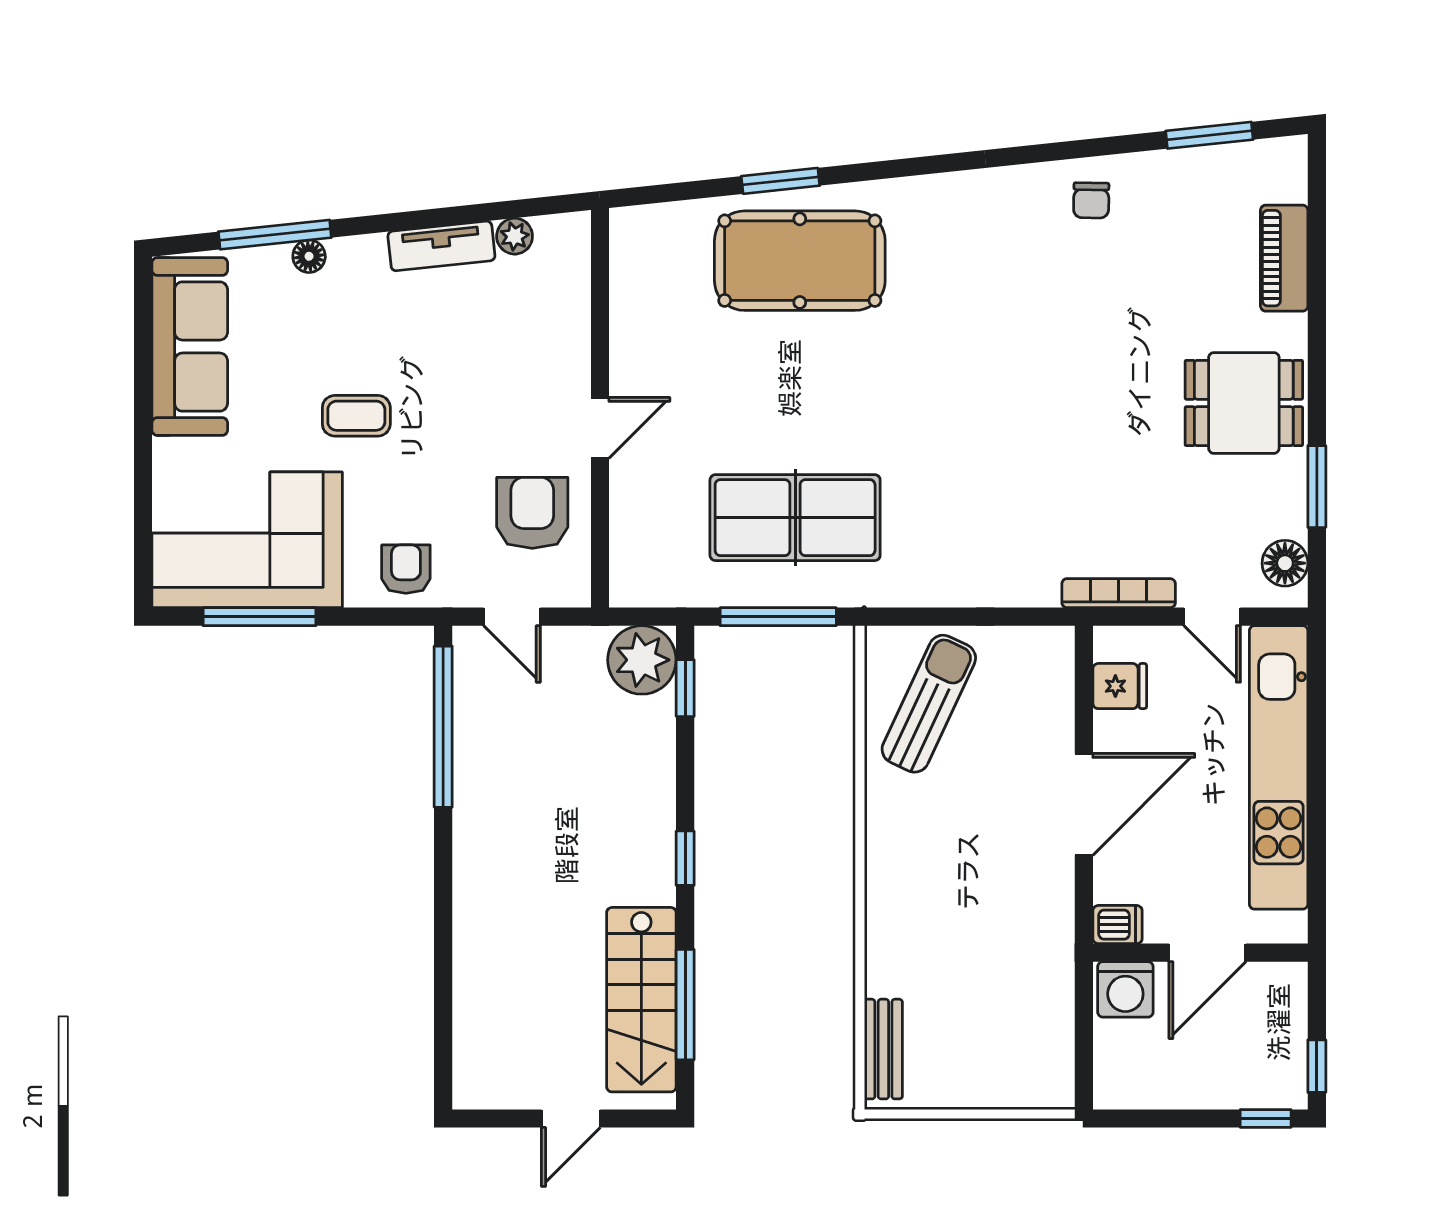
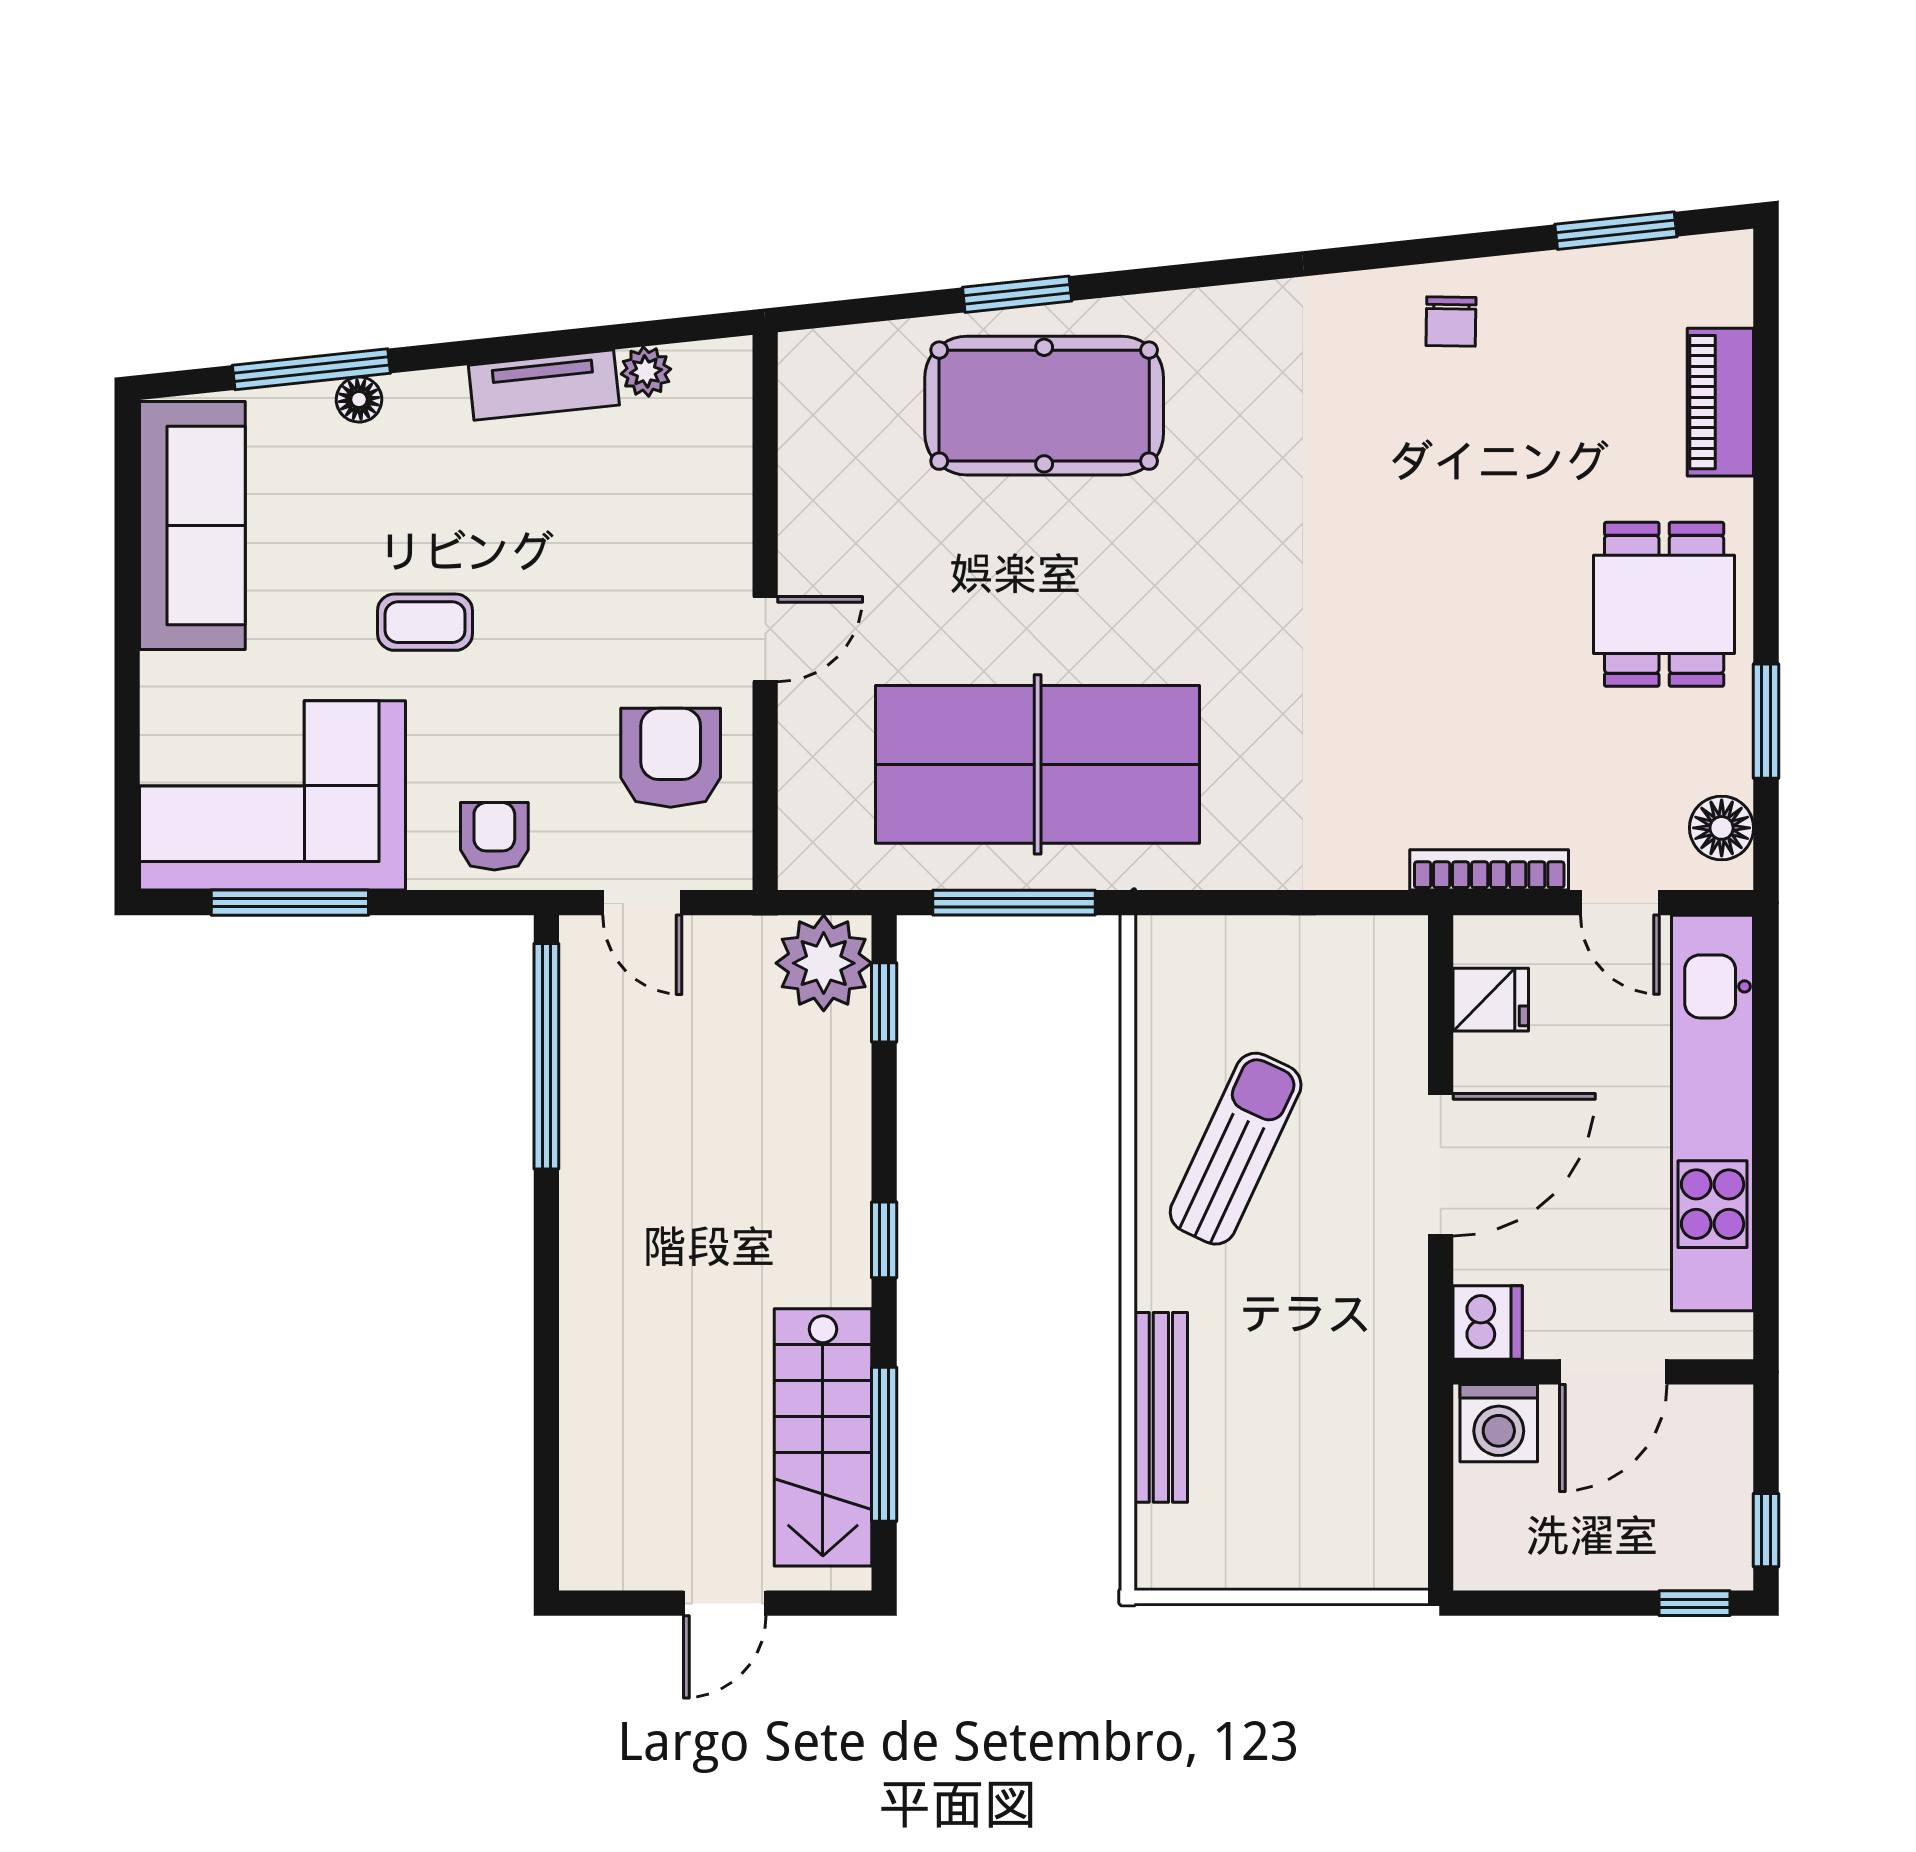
dining table: (1244, 403) -> (1664, 604), turned 90
table tennis table: (795, 518) -> (1038, 764), width x1.36, depth x1.32
sun lounger: (929, 704) -> (1236, 1149), moved
dishwasher: (1117, 925) -> (1488, 1322), width x1.38
bench: (883, 1049) -> (1161, 1407), moved, width x1.36

